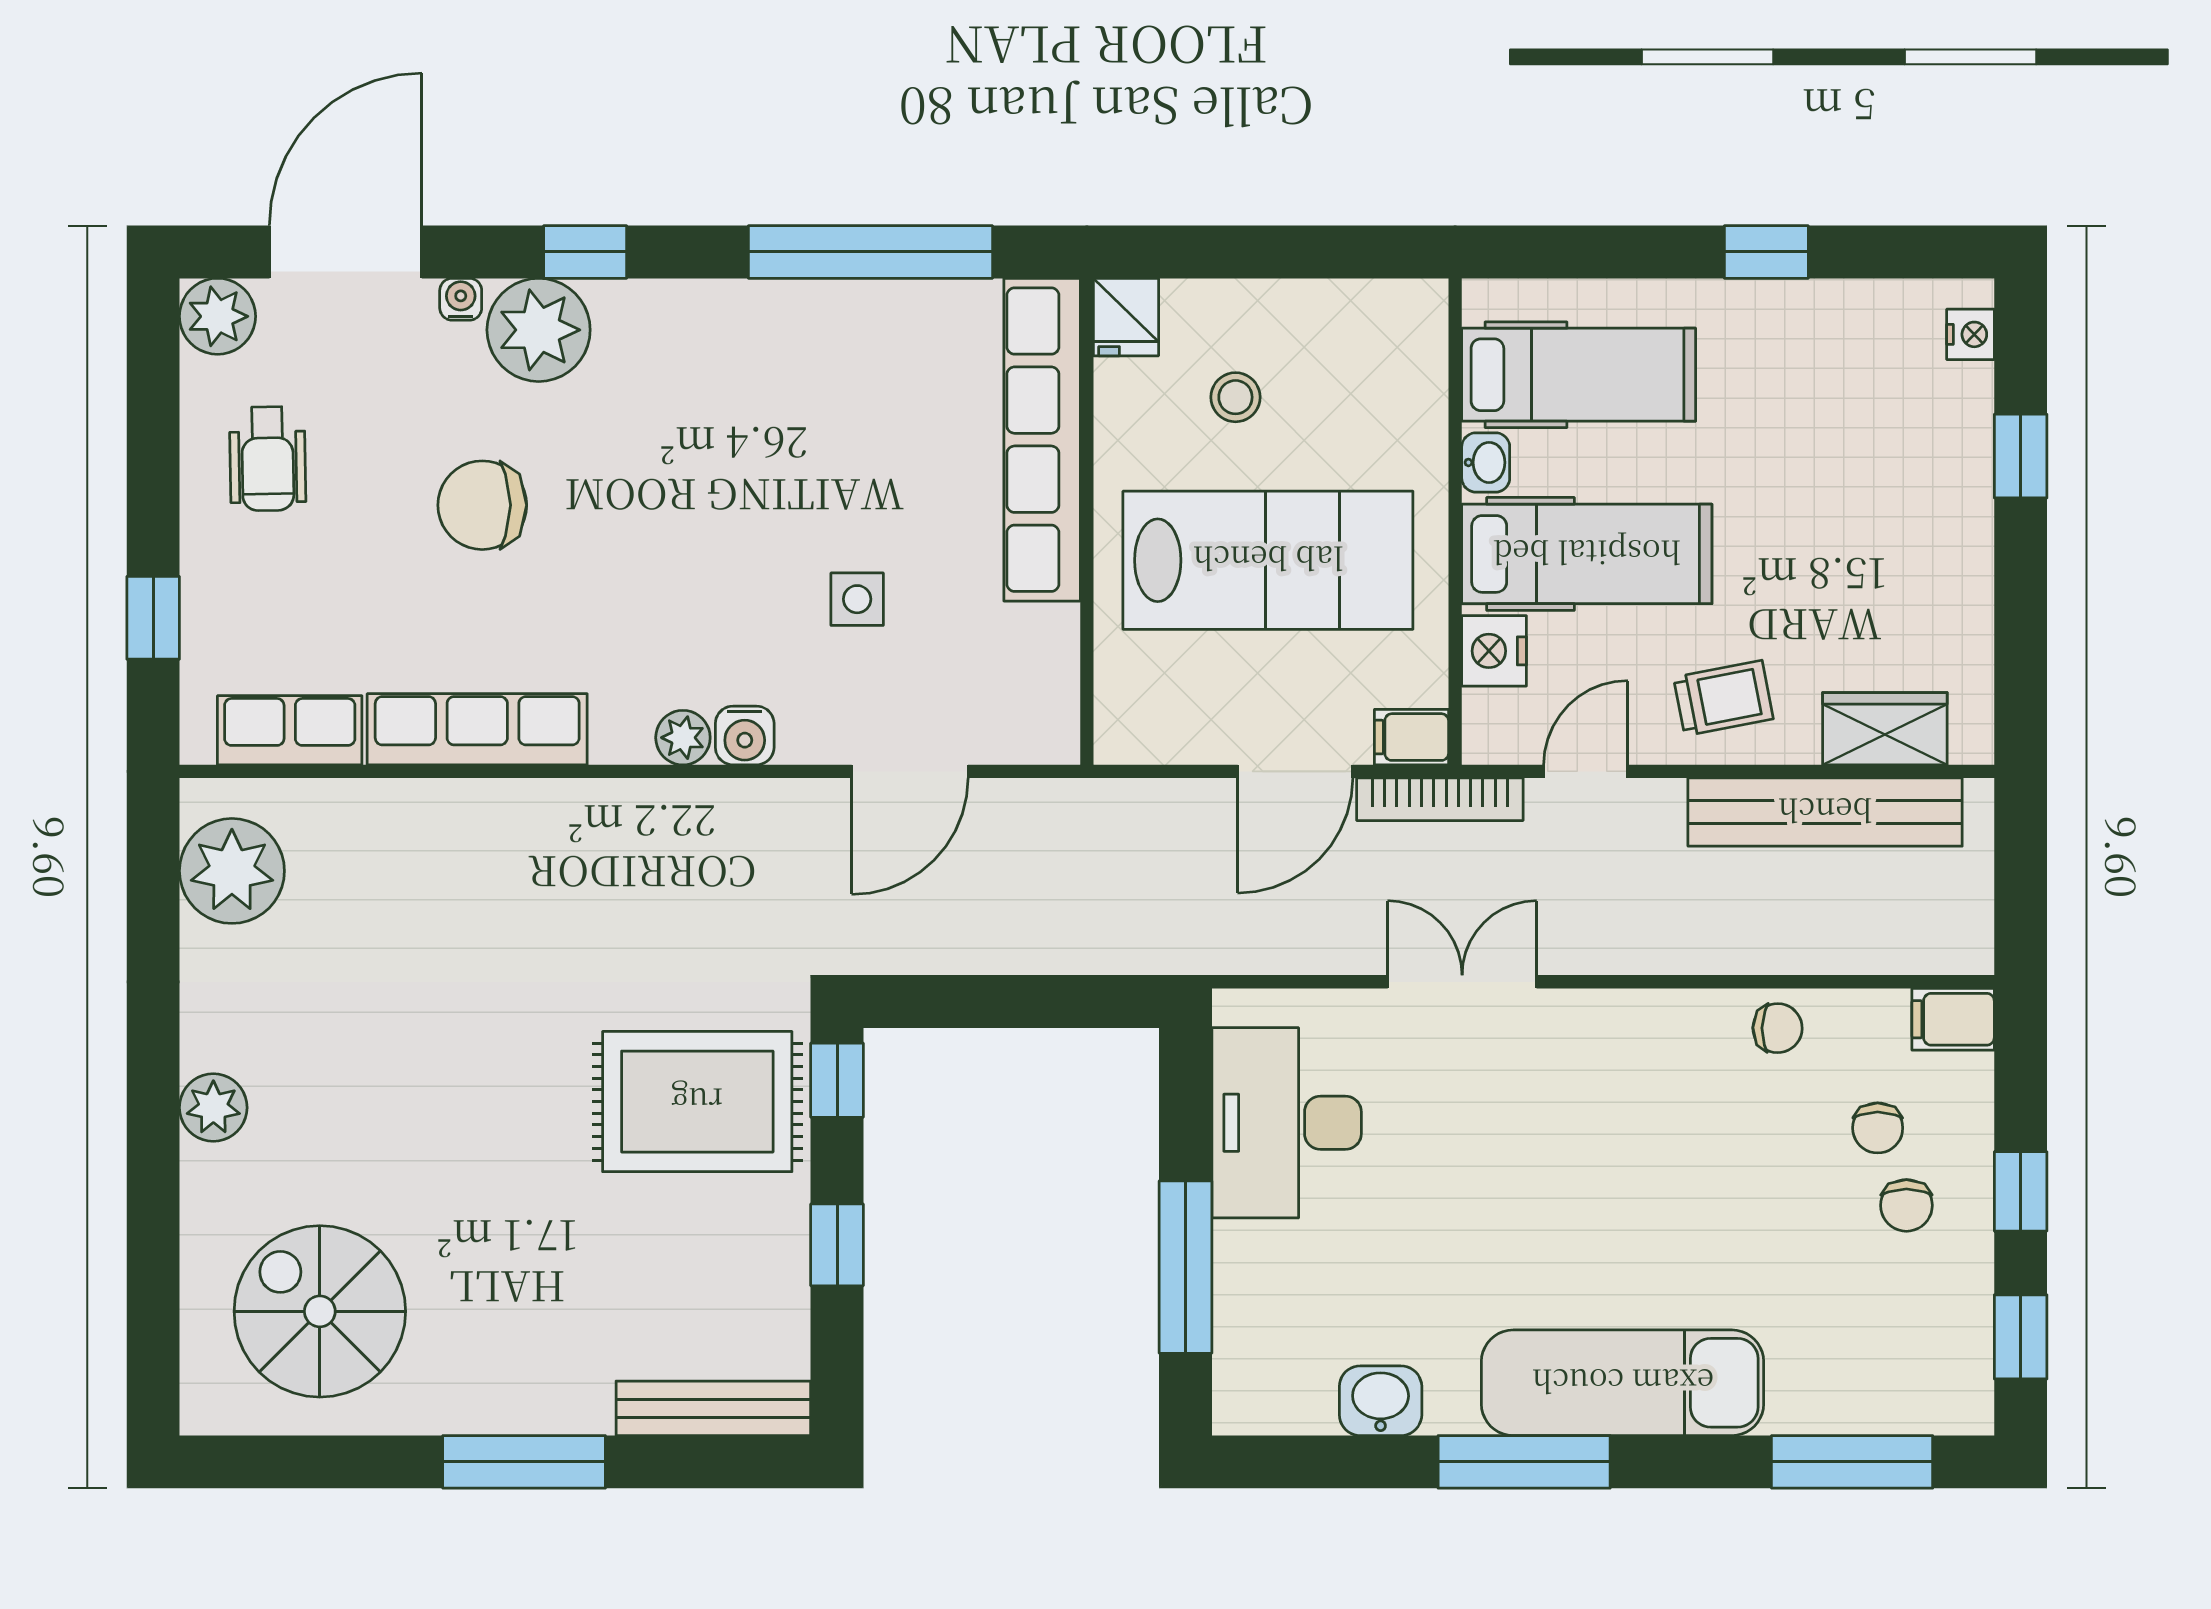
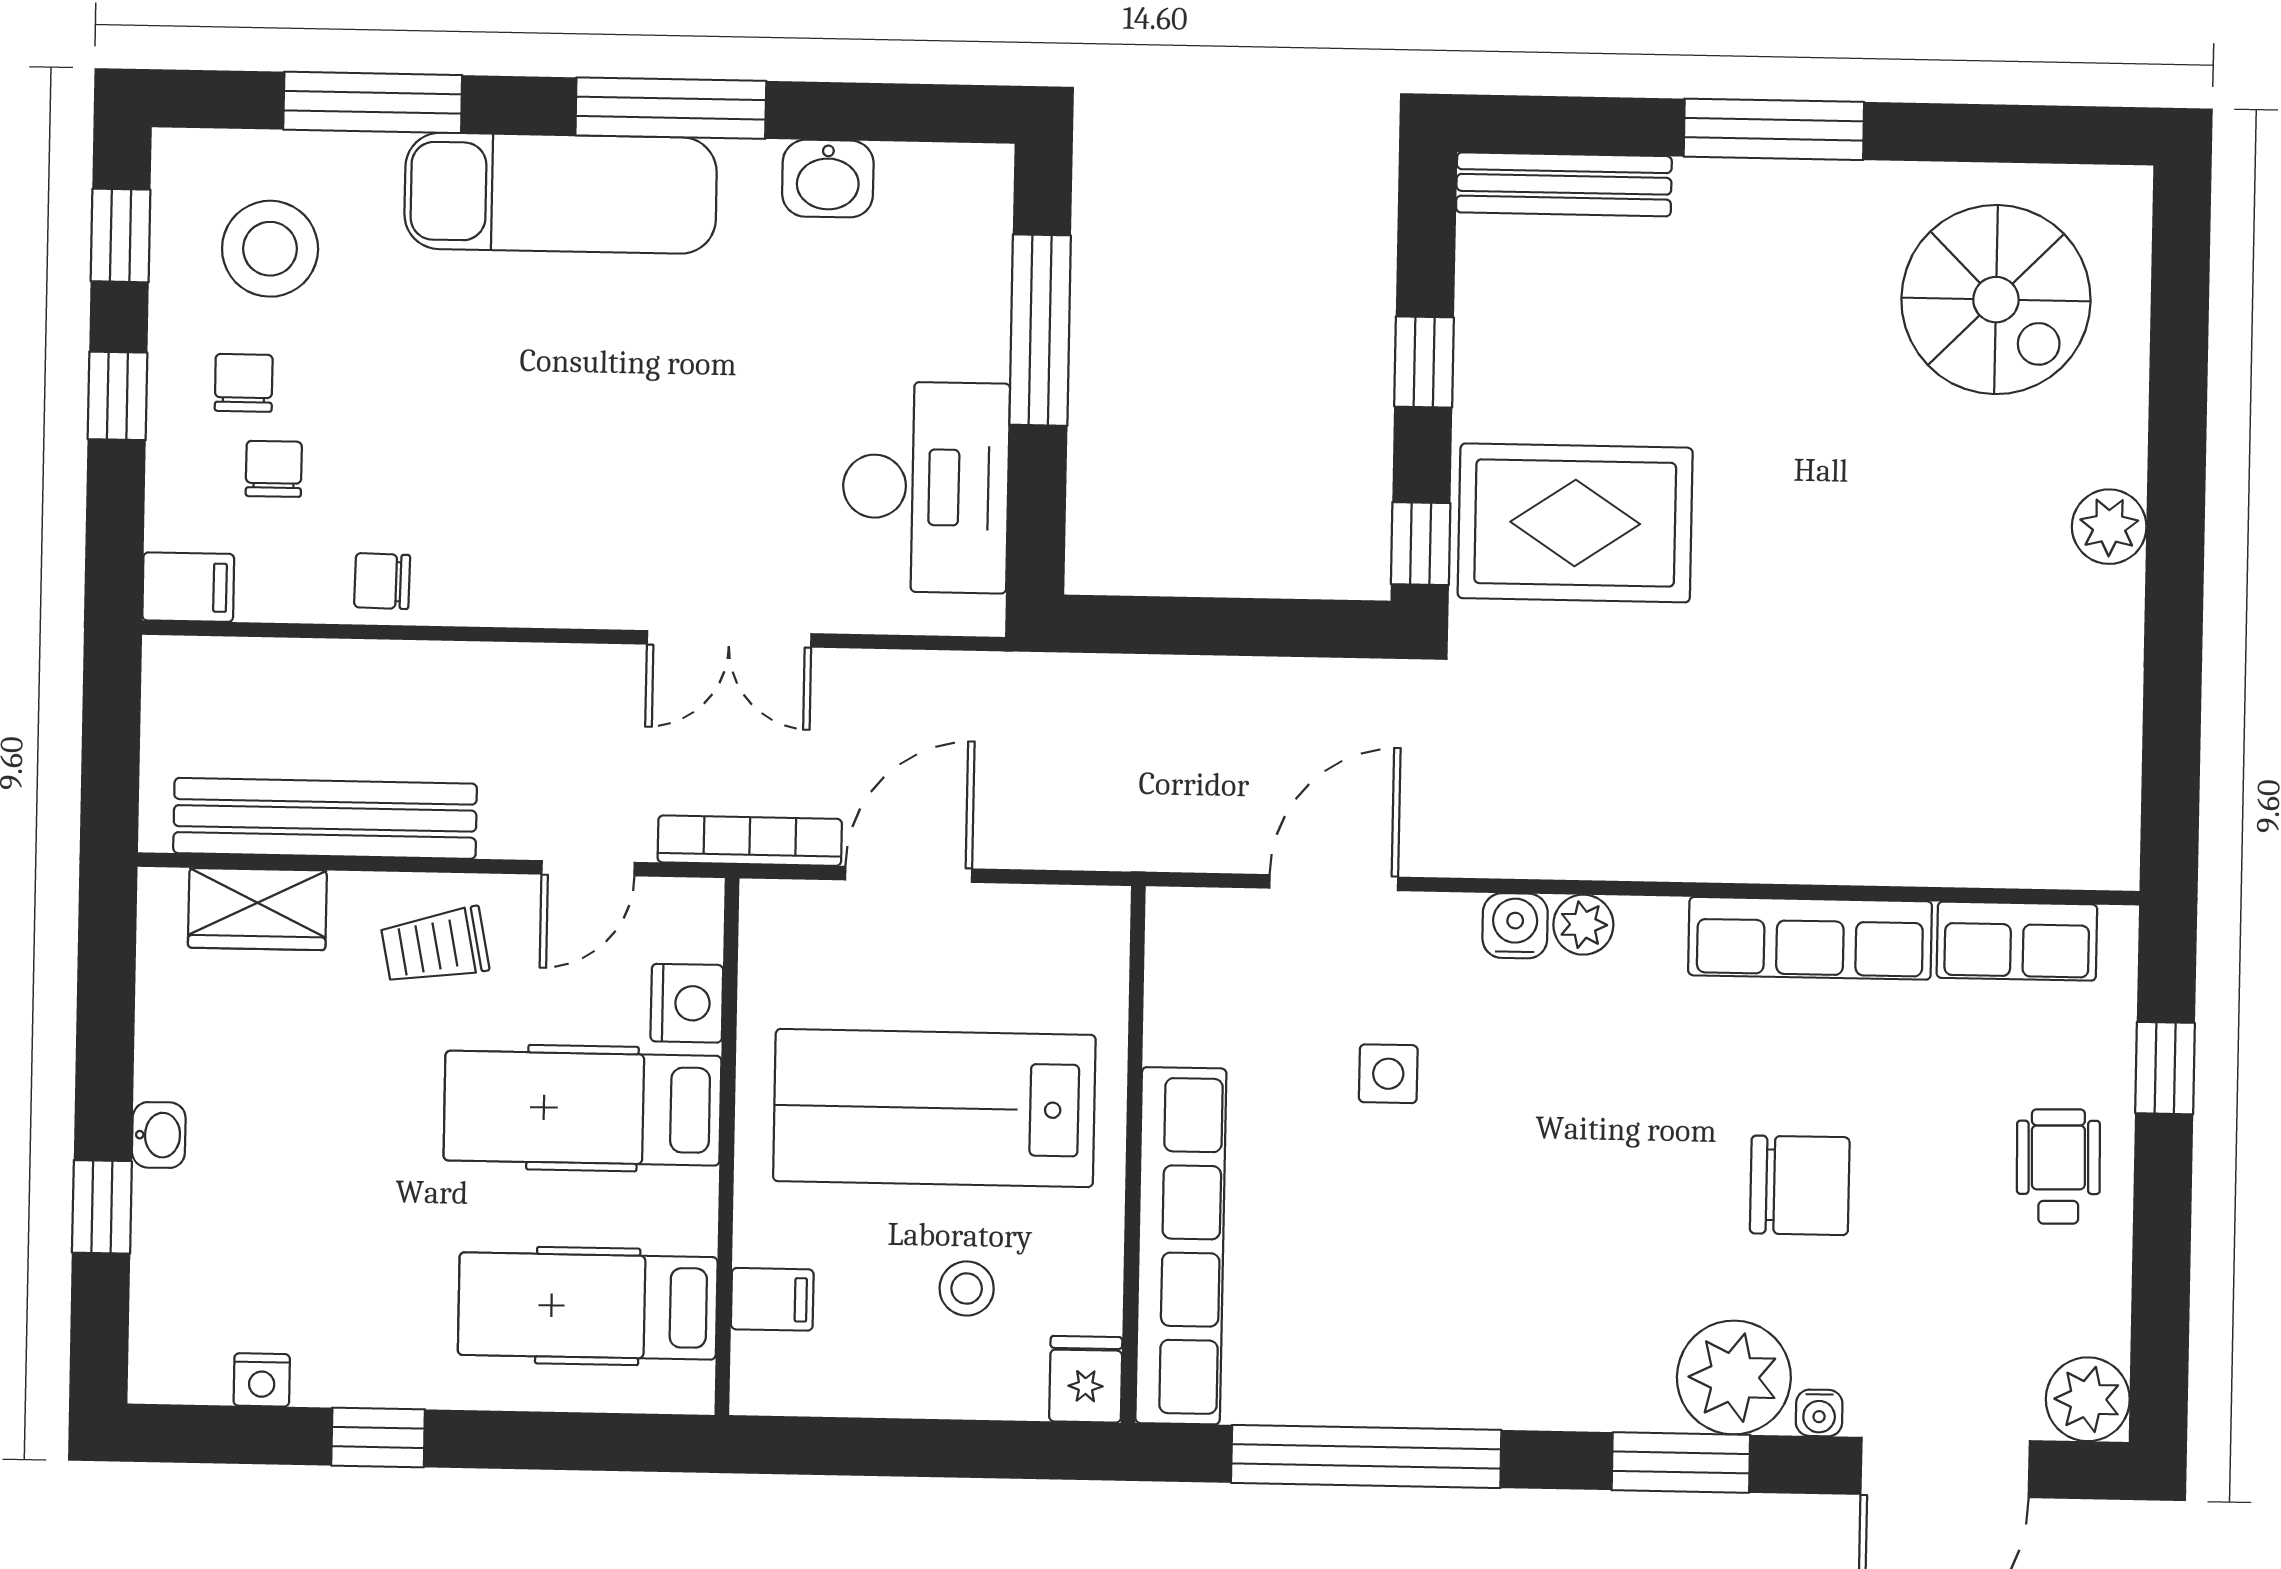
window: (585, 252) -> (1681, 1462), width x1.50
nightstand: (1971, 334) -> (262, 1380), moved, turned -90
wheelchair: (268, 459) -> (2058, 1166), moved
washbasin: (1486, 462) -> (159, 1135), moved, turned 180
filing cabinet: (1411, 737) -> (772, 1299), moved
plant: (232, 871) -> (2084, 787), removed
stool: (1885, 1327) -> (270, 249), added
window: (1852, 1462) -> (373, 102), moved

